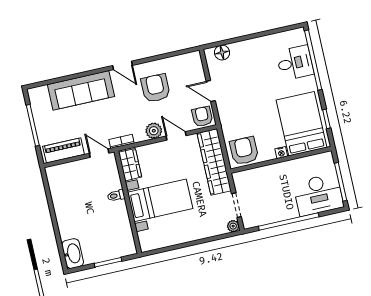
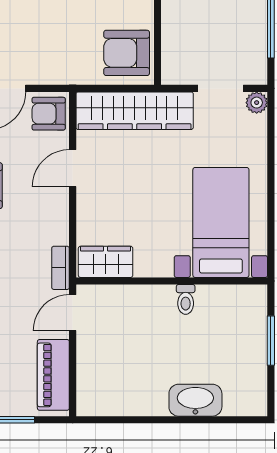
plant: (154, 131) -> (54, 206), removed
toilet: (116, 196) -> (186, 299), moved
bed with nightstands: (160, 200) -> (221, 222), moved
washbasin: (73, 254) -> (195, 400), moved

